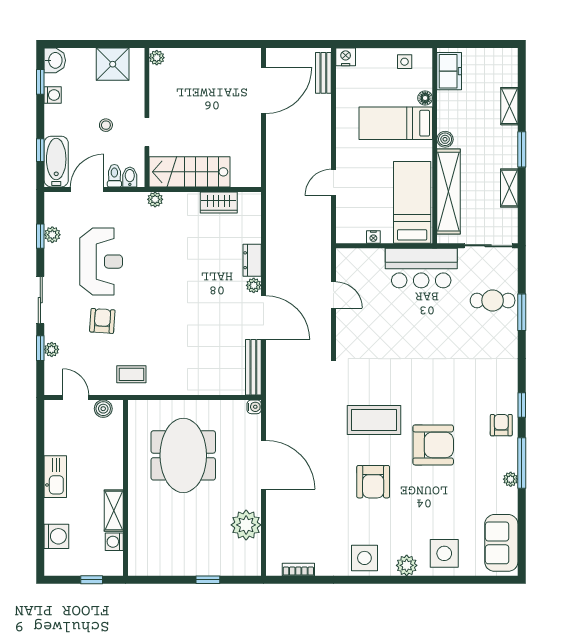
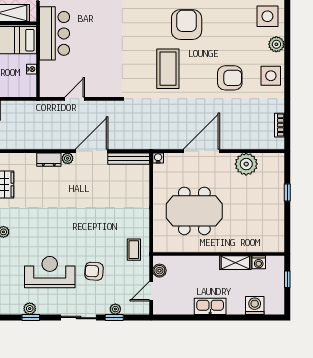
armchair: (373, 482) -> (230, 78), moved

